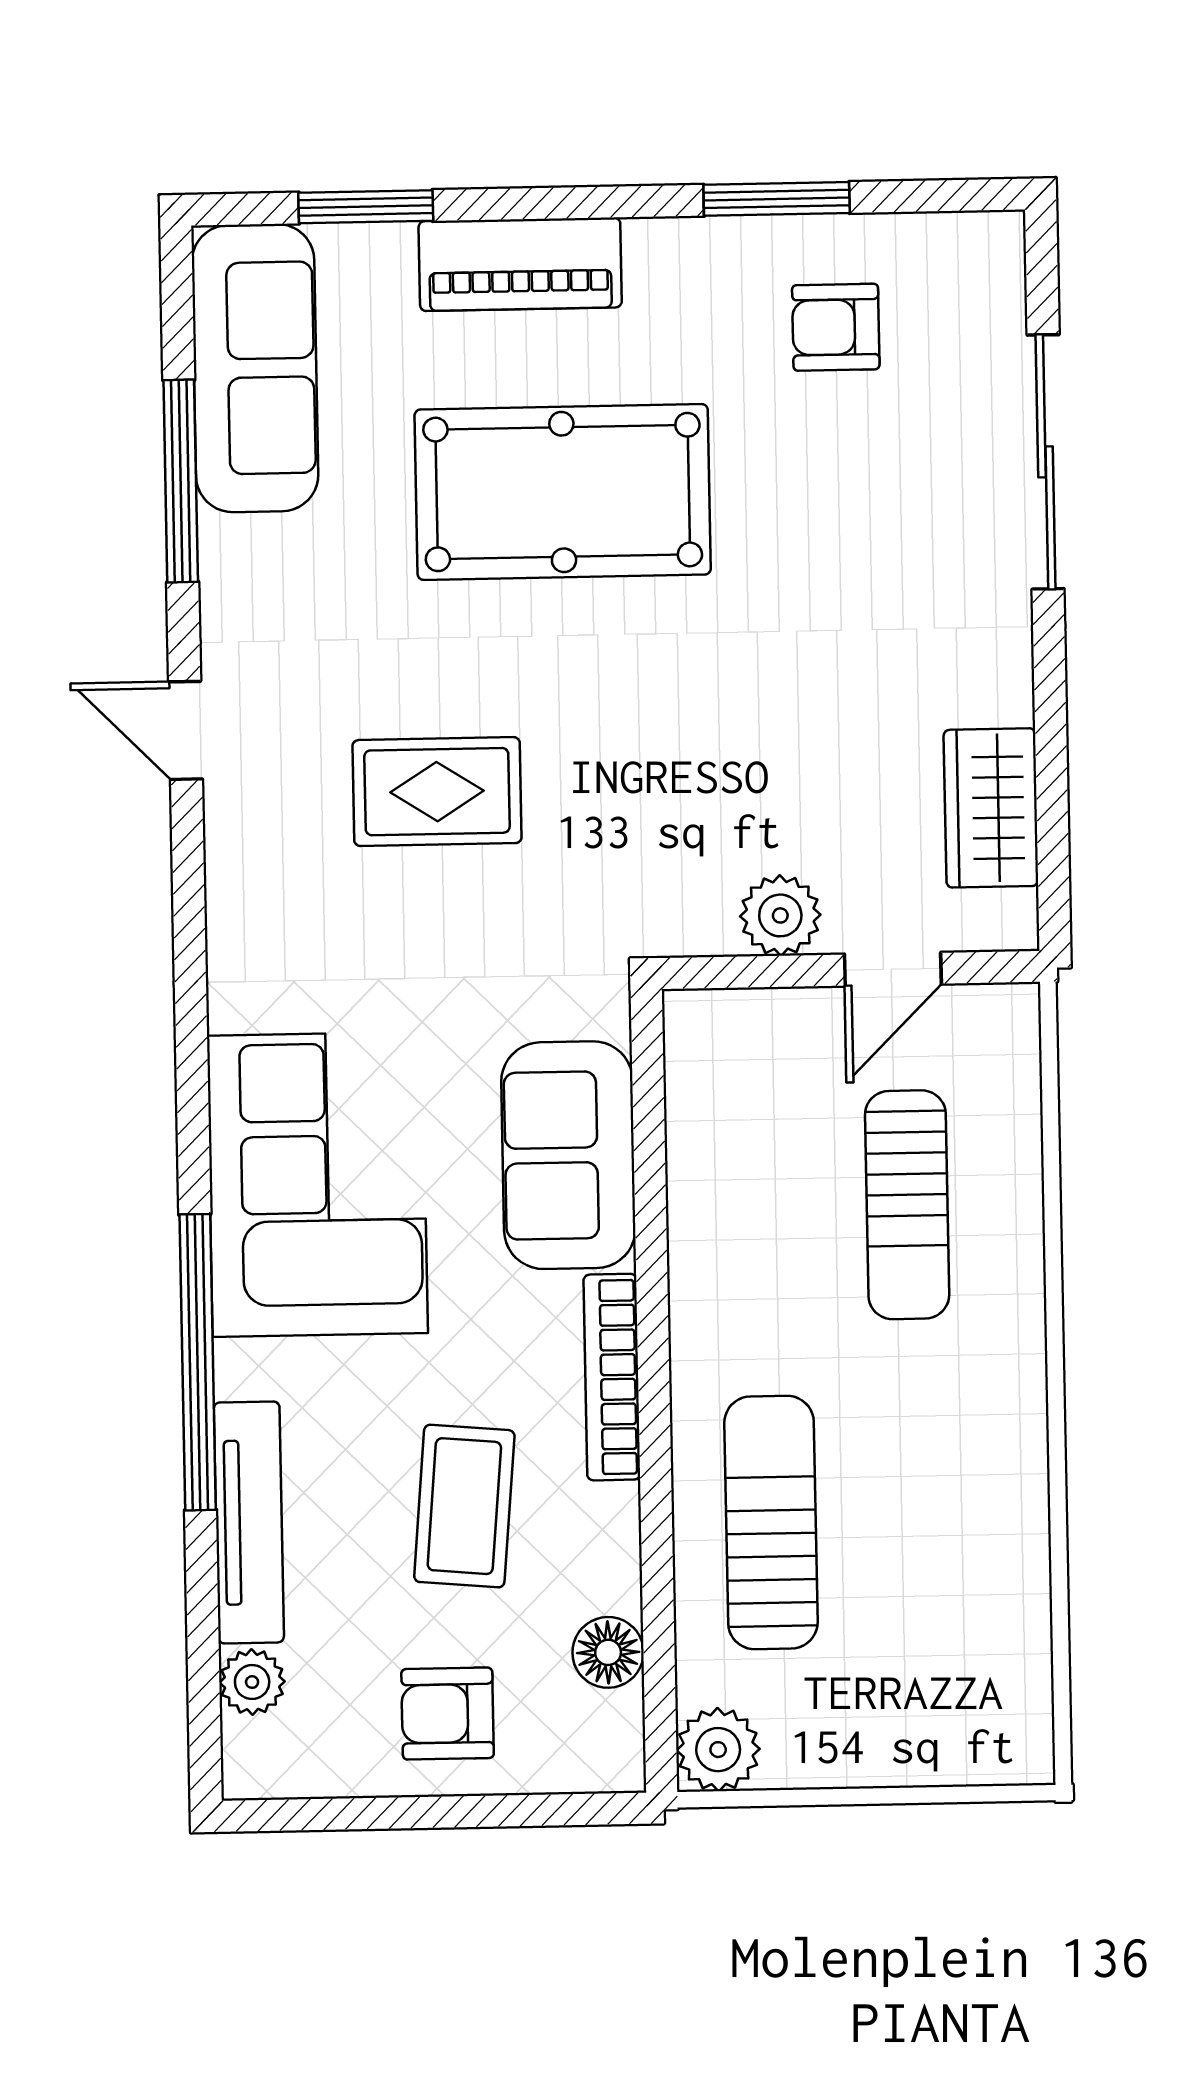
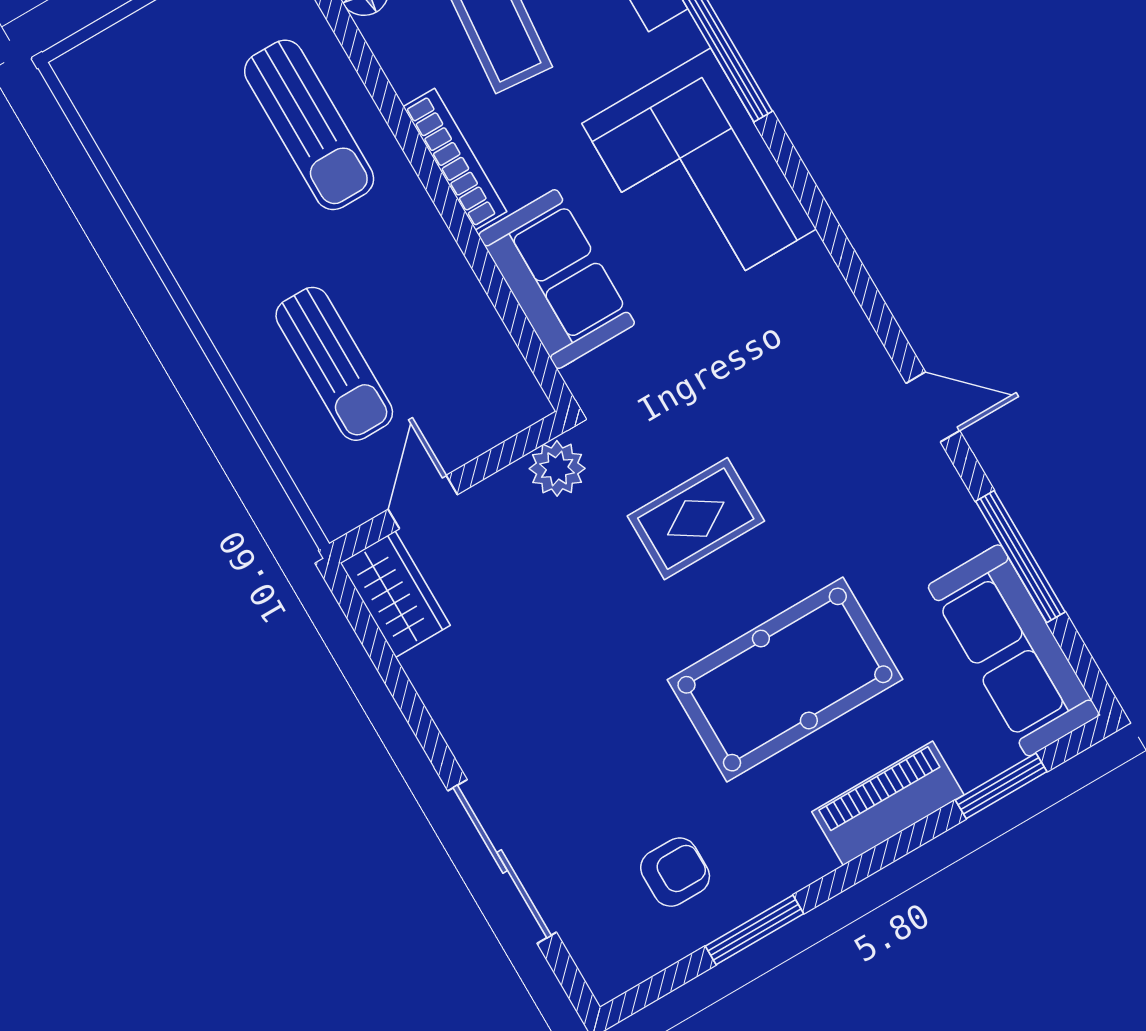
rug: (437, 792) -> (696, 519), moved
wardrobe: (991, 808) -> (395, 594), moved
plant: (780, 915) -> (557, 468), moved
sun lounger: (907, 1205) -> (334, 364), turned 180

